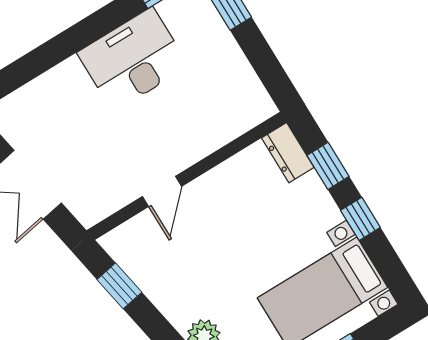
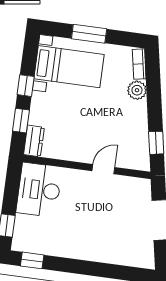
desk: (133, 59) -> (39, 190), moved, turned 90

